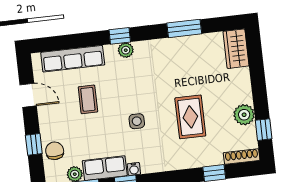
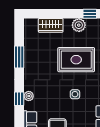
wardrobe: (236, 49) -> (51, 25), moved
rug: (190, 117) -> (76, 60), width x1.36, depth x1.43

